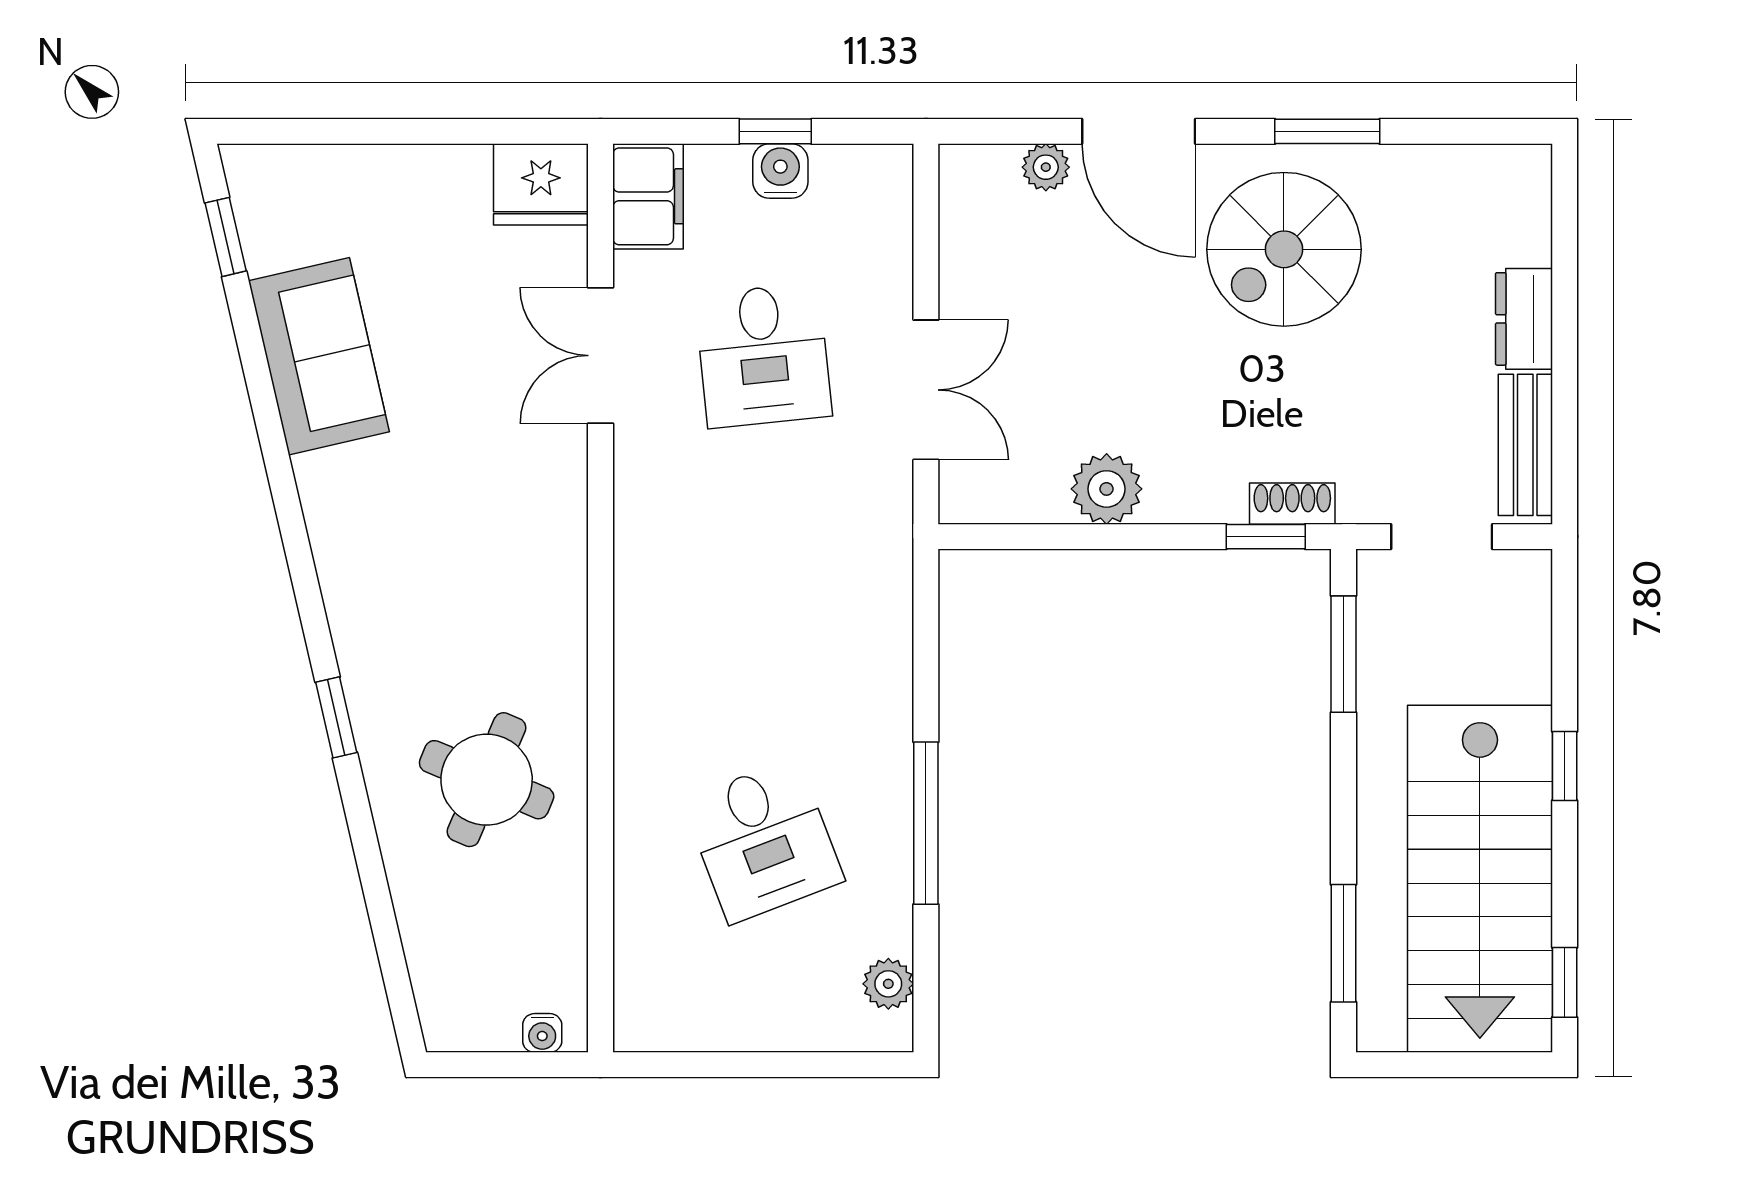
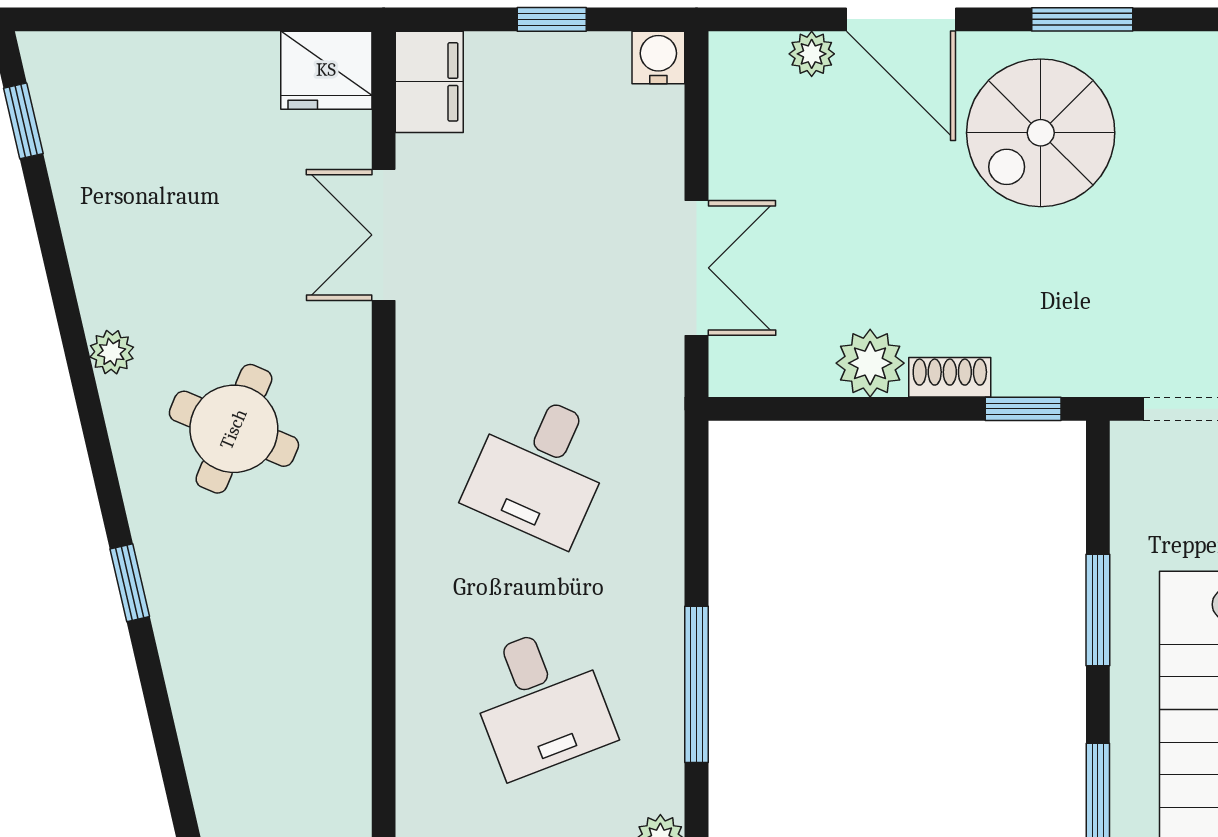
water cooler: (780, 171) -> (658, 57), moved
desk: (763, 355) -> (540, 468), moved, turned 30
sofa: (319, 356) -> (113, 236), removed
plant: (318, 477) -> (112, 352), added
shoe rack: (1292, 504) -> (950, 377), moved
window: (1344, 654) -> (1098, 610), moved
round table: (487, 780) -> (234, 429), moved

